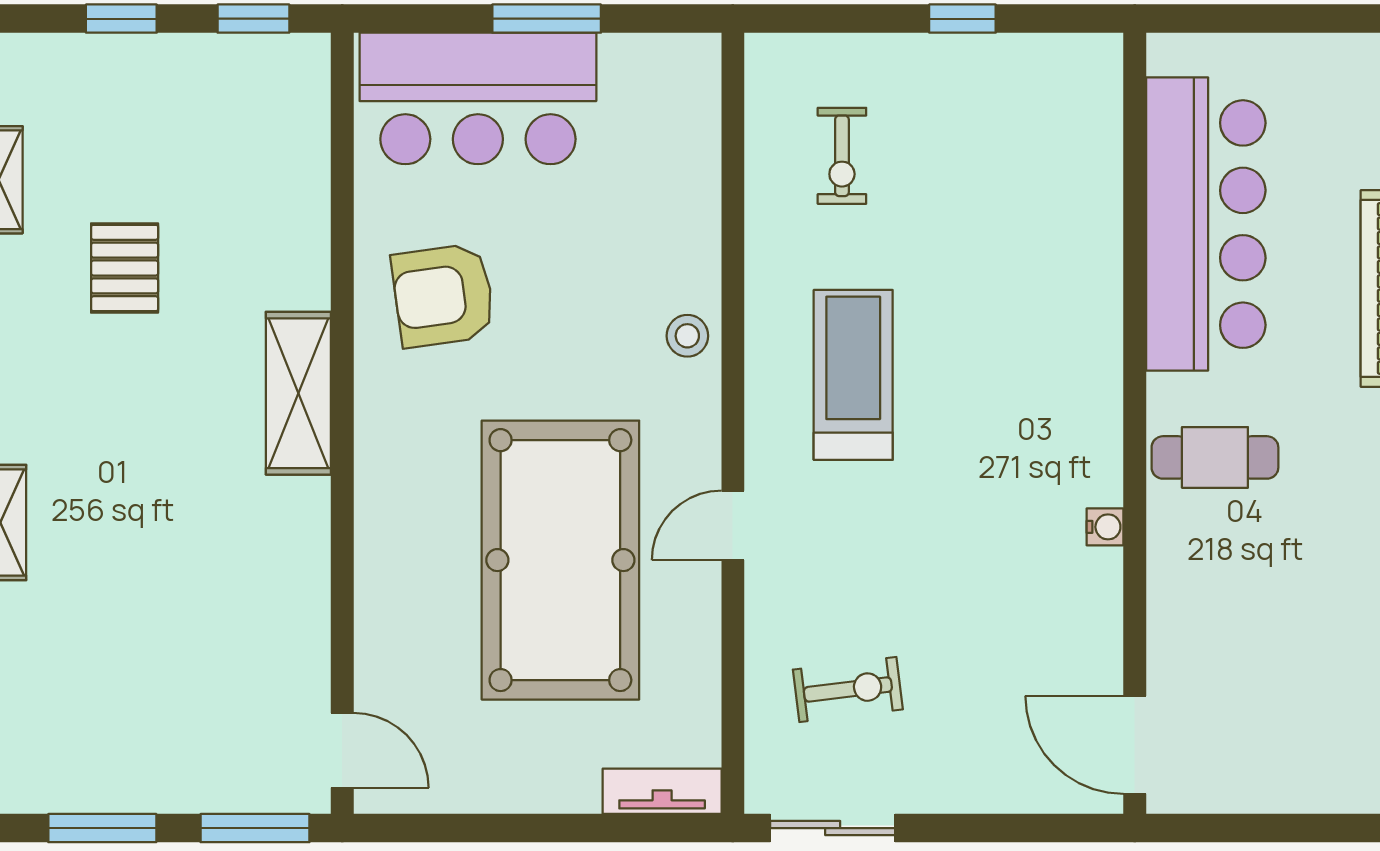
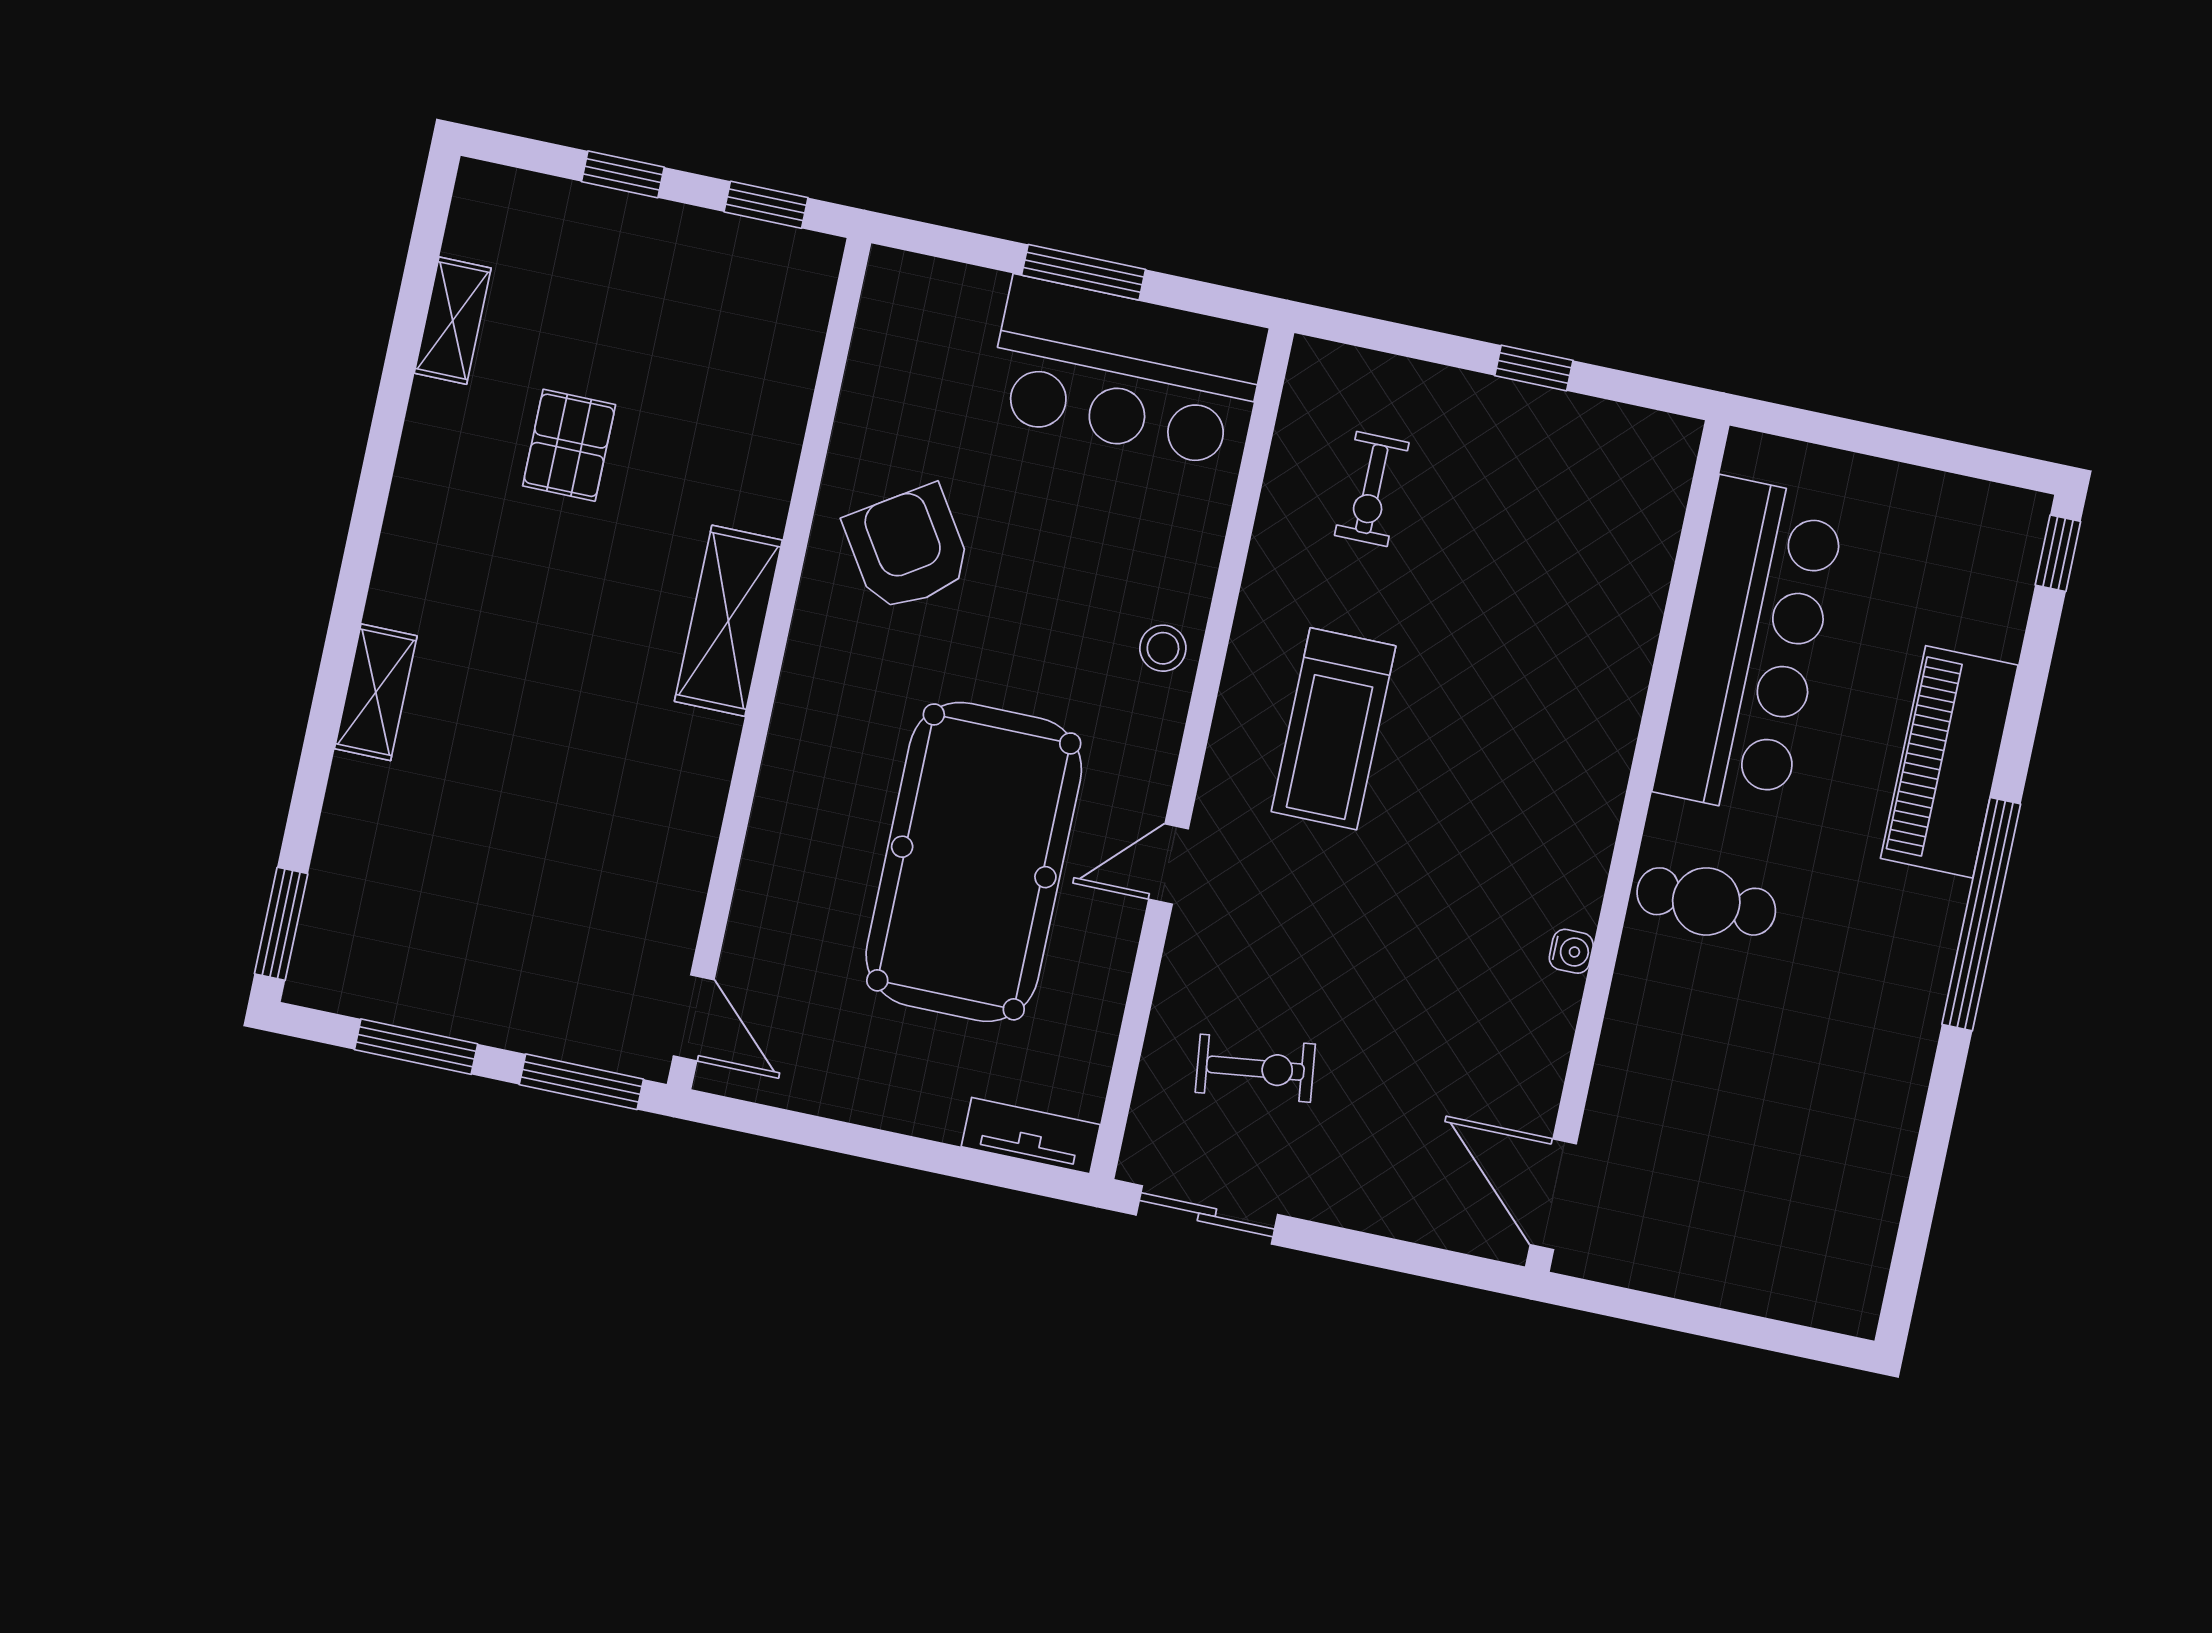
bar counter: (478, 98) -> (1126, 372), moved
armchair: (443, 295) -> (908, 548), turned 65
treadmill: (853, 375) -> (1333, 729), turned 180

